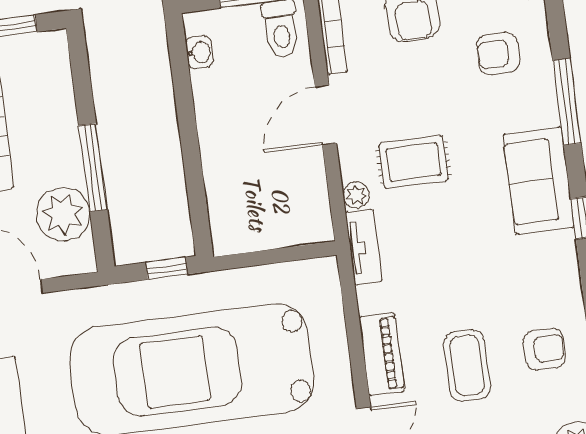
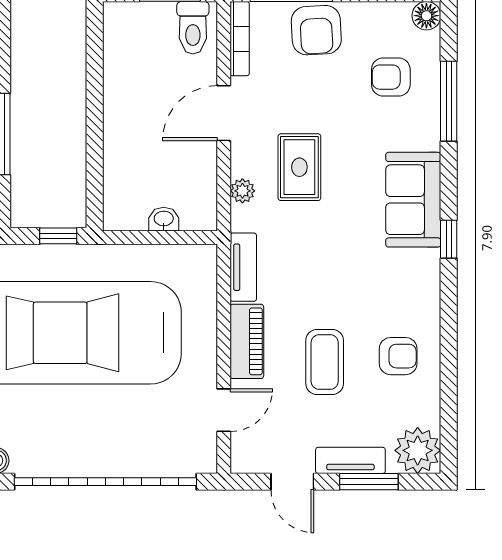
washbasin: (199, 52) -> (164, 219), moved, turned -90
window: (567, 102) -> (449, 101), moved
rug: (413, 162) -> (299, 167), turned 90
tv unit: (364, 247) -> (243, 267), moved

